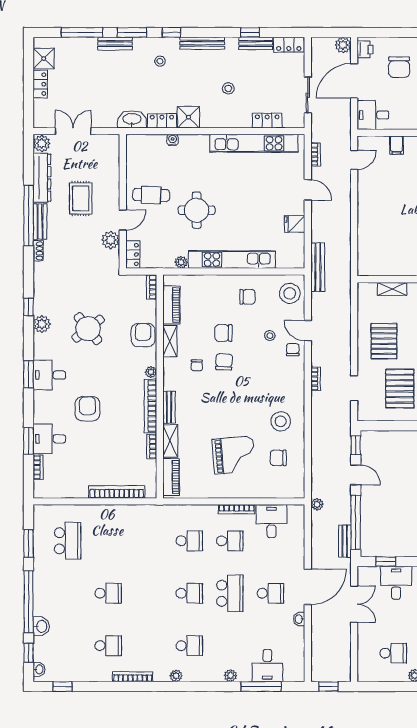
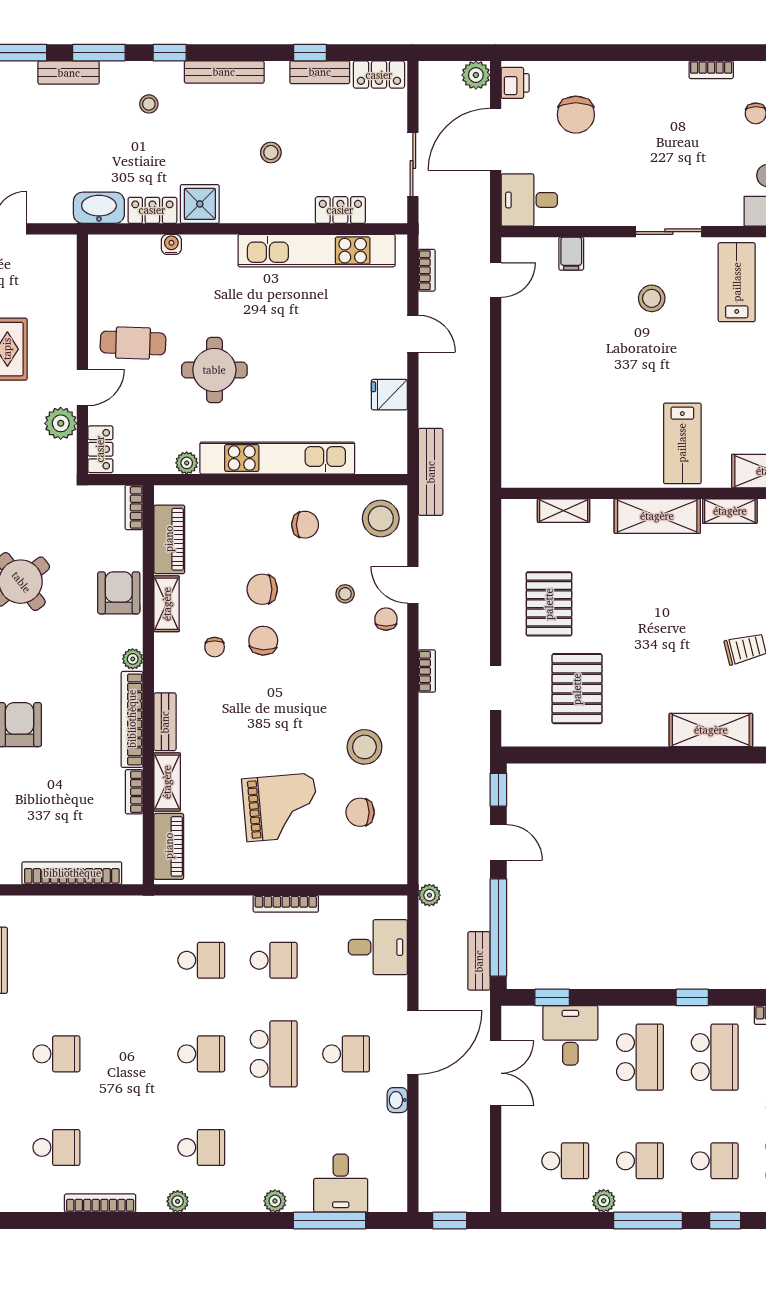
desk: (272, 521) -> (378, 947), moved, turned 90

